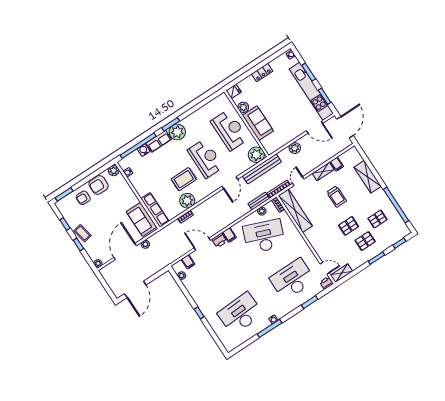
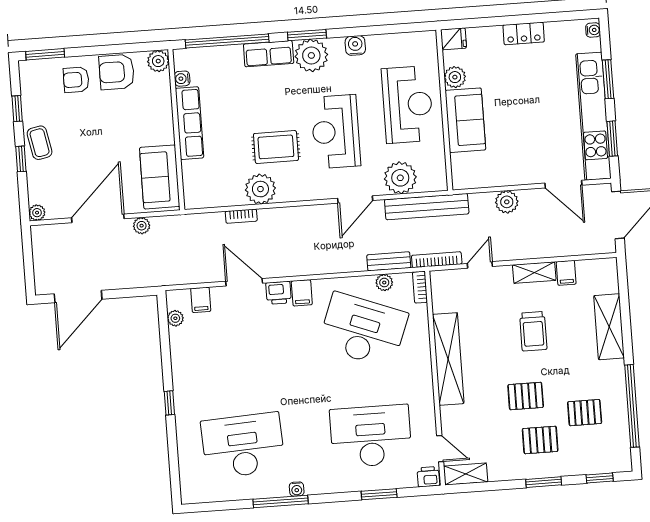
water cooler: (144, 150) -> (355, 45), moved
plant: (256, 155) -> (400, 178), moved
reception desk: (206, 159) -> (336, 132), turned 180
row of seats: (155, 210) -> (189, 123), moved
shelving: (295, 211) -> (448, 359), moved

